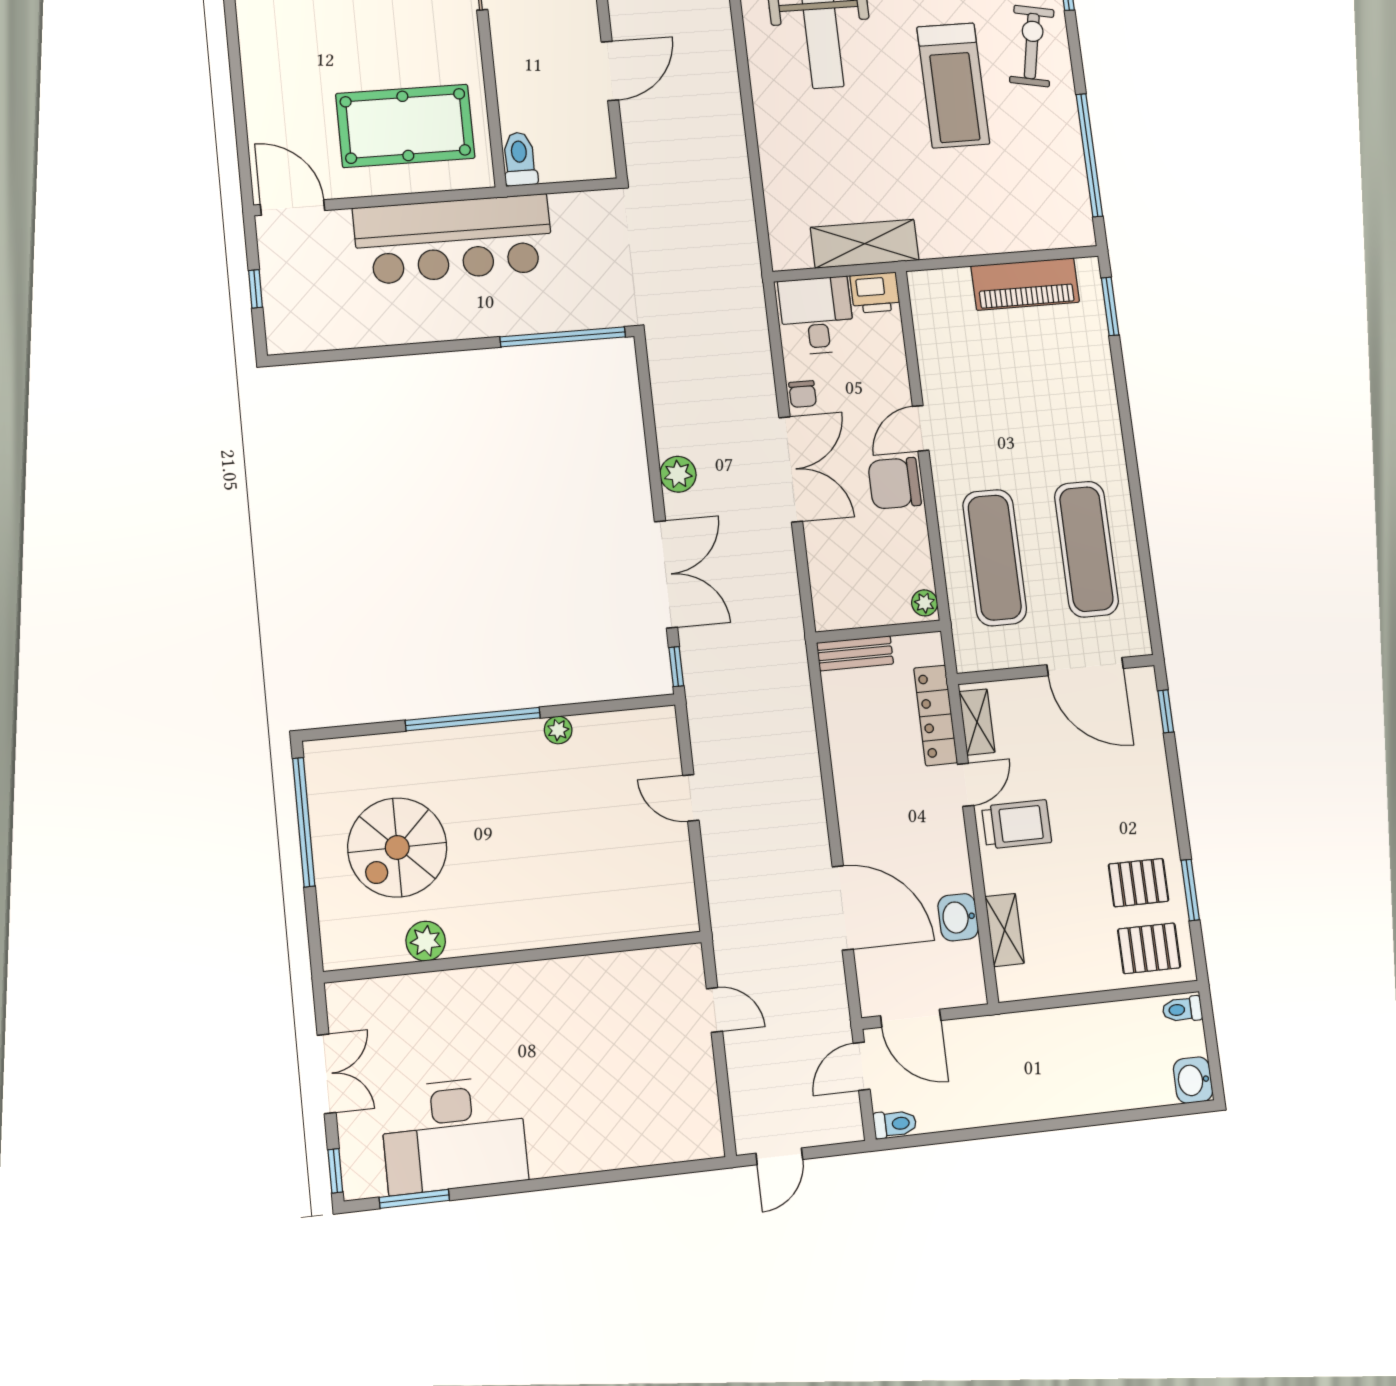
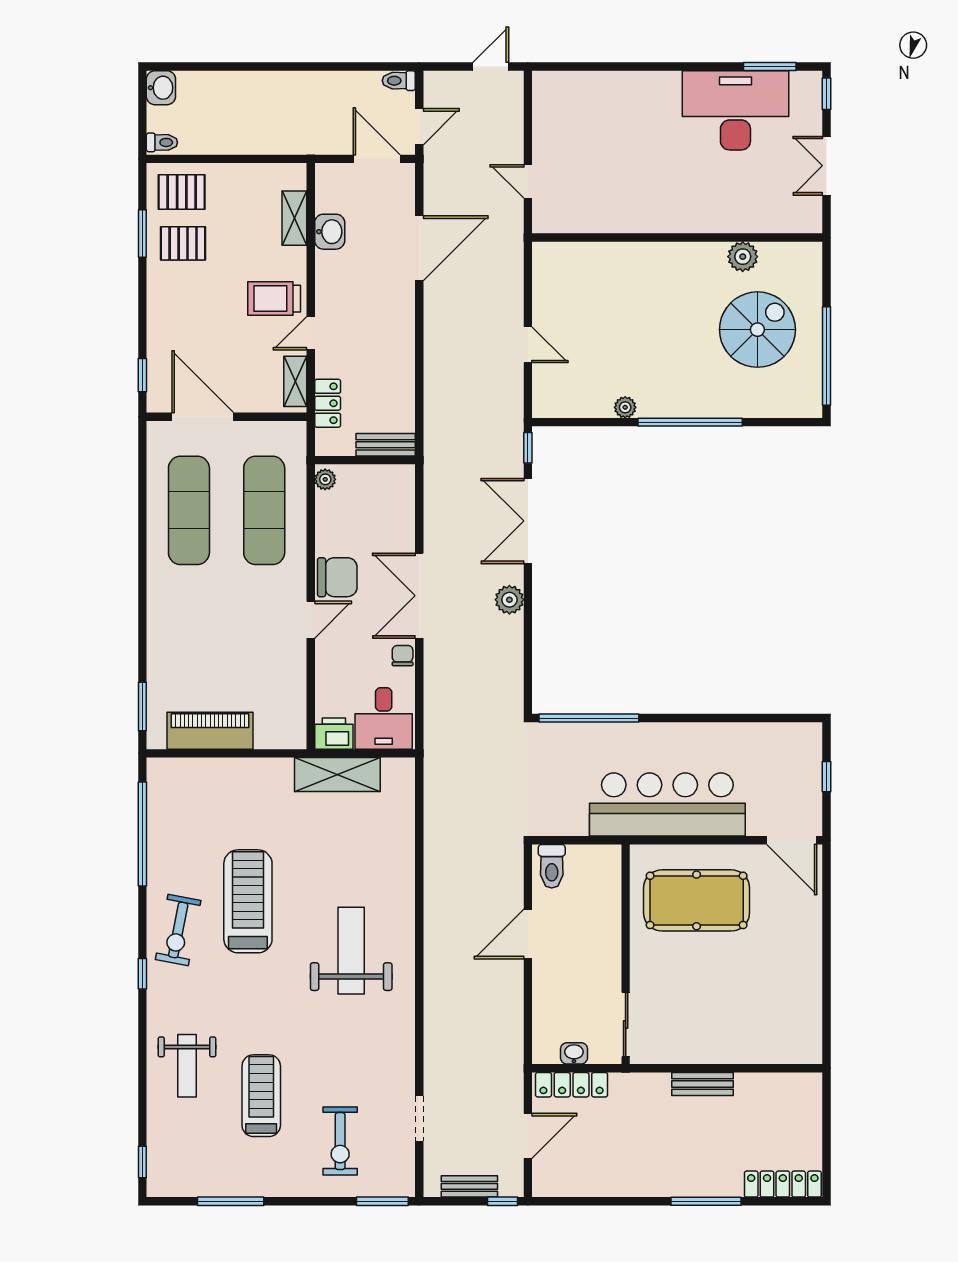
toilet: (520, 159) -> (552, 866), moved
locker: (936, 715) -> (328, 403), width x0.66
door: (843, 908) -> (419, 248), swing flipped

